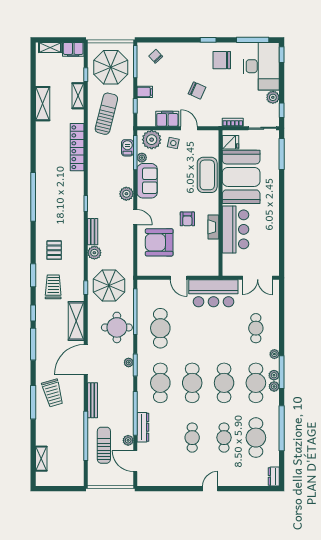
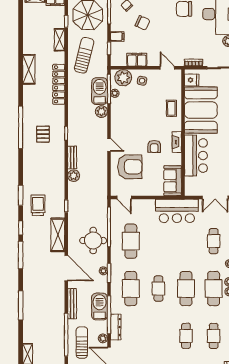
chair: (197, 91) -> (143, 23), moved
shelving: (43, 104) -> (29, 69), moved
door: (189, 128) -> (167, 68), moved
barbecue: (127, 148) -> (100, 91), width x1.88, depth x1.53
coffee table: (207, 175) -> (171, 108), width x0.54, depth x0.58
sofa: (147, 181) -> (173, 181), moved, turned 180
plant: (126, 194) -> (101, 112), moved
fireplace: (213, 227) -> (177, 142), moved
armchair: (159, 242) -> (130, 167), turned 180
pallet: (54, 250) -> (43, 134), moved
door: (179, 278) -> (124, 197), moved
parasol: (109, 286) -> (86, 204), removed
door: (86, 359) -> (66, 268), swing flipped
cafe table: (192, 383) -> (158, 289), width x0.73, depth x0.74
trolley: (53, 393) -> (38, 297), removed
barbecue: (124, 404) -> (100, 307), added
cafe table: (192, 438) -> (158, 336), removed
cafe table: (256, 438) -> (214, 336), width x0.73, depth x0.74

